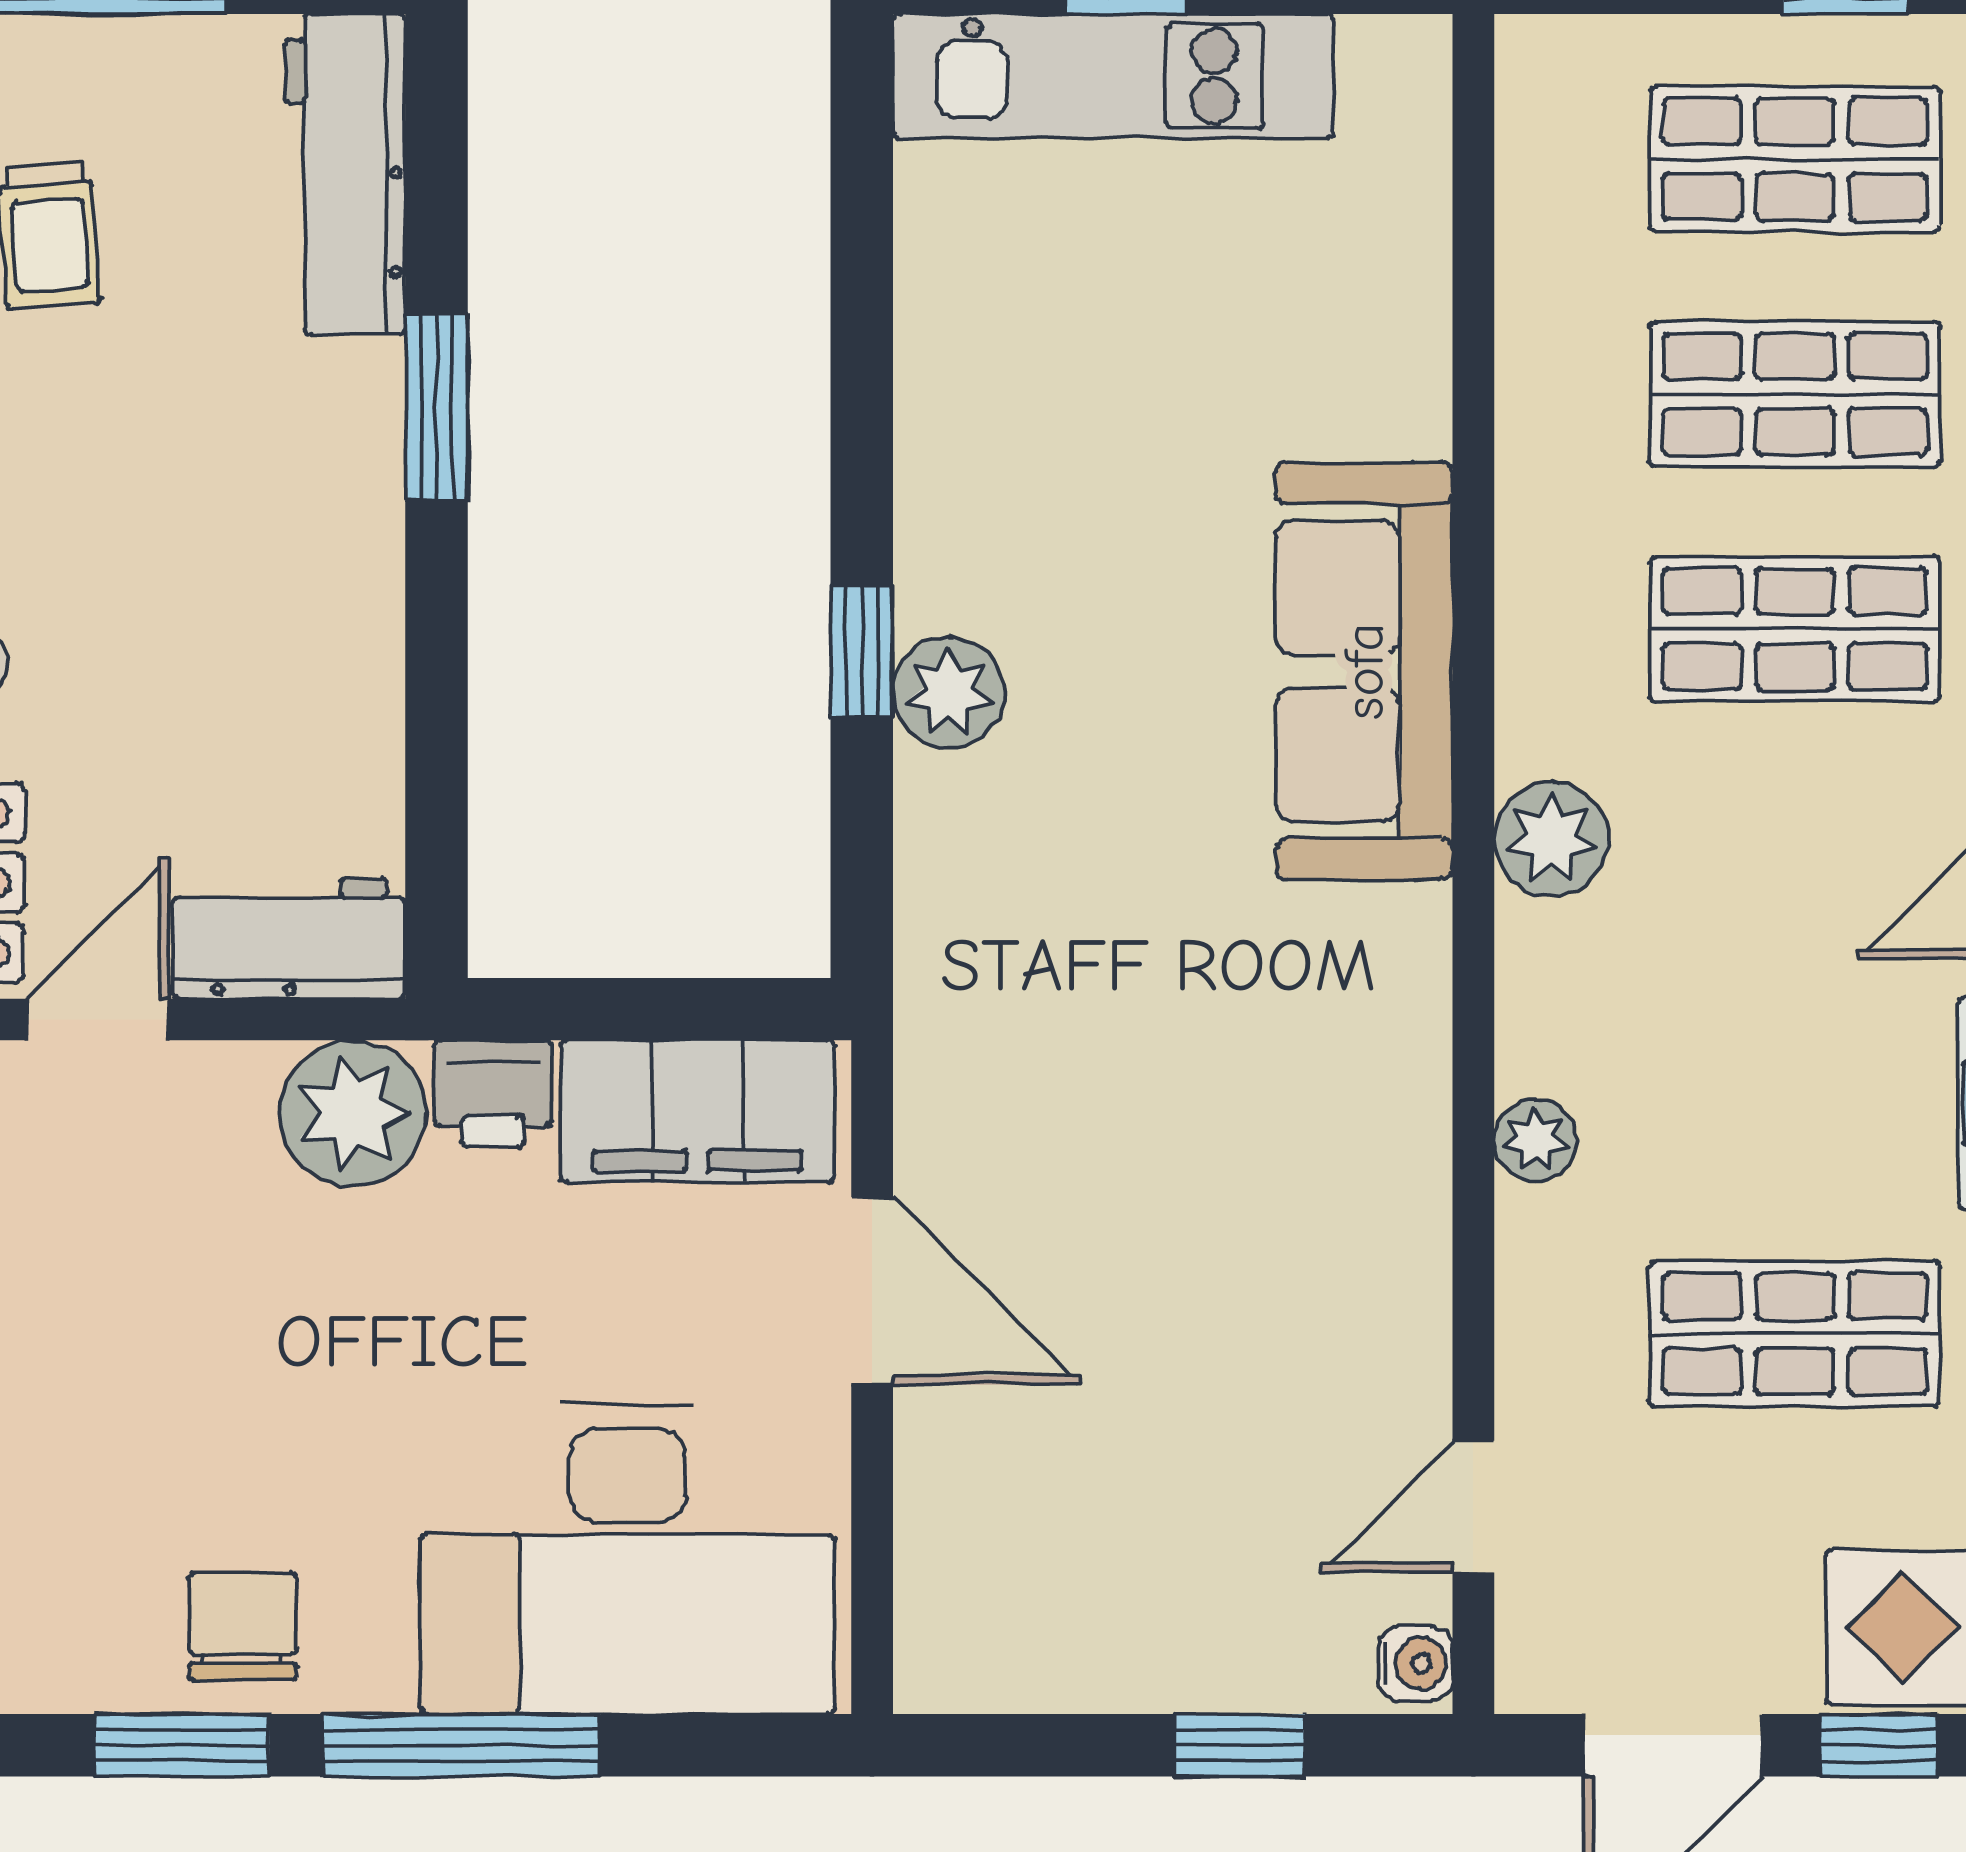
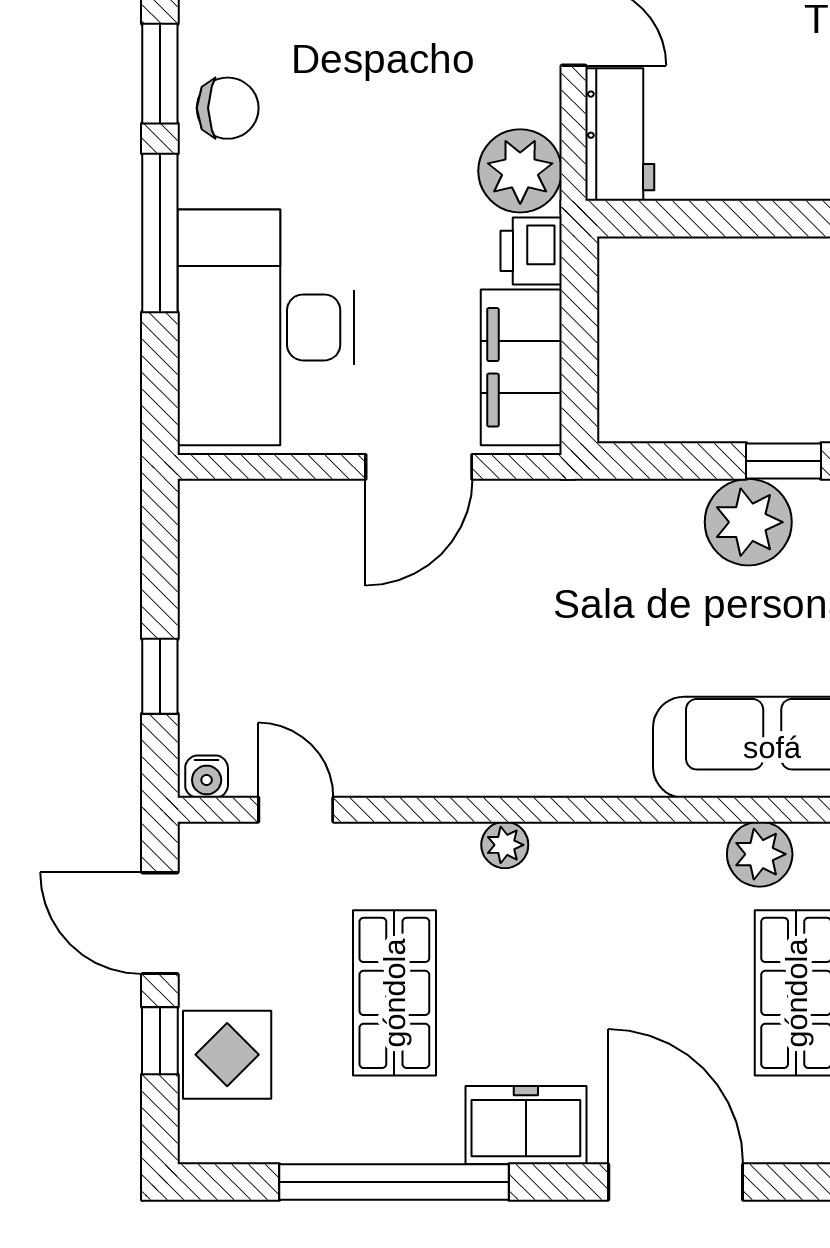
plant: (949, 693) -> (748, 522), width x1.36, depth x1.36
plant: (1551, 839) -> (760, 854), moved

